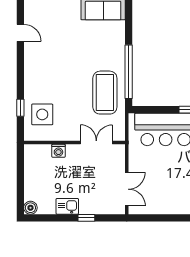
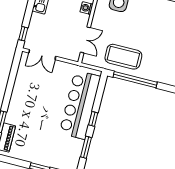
window: (86, 218) -> (23, 34), moved

